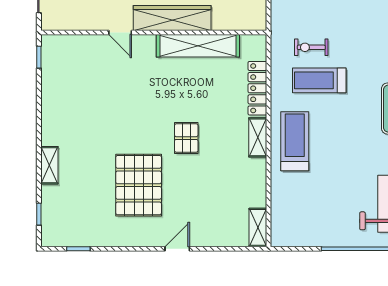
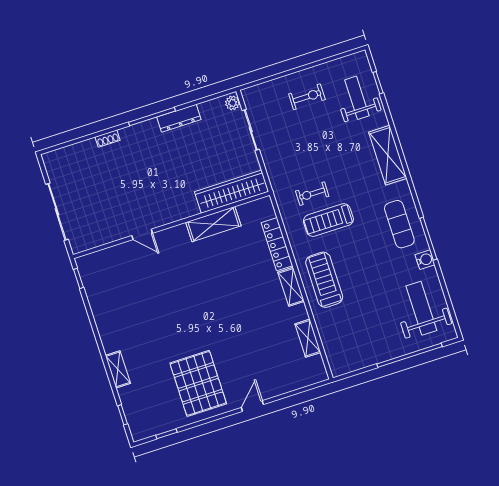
wardrobe: (172, 18) -> (232, 192), moved
shelving: (198, 46) -> (213, 224), width x0.68
pallet: (186, 138) -> (229, 307), removed
pallet: (139, 185) -> (198, 383), moved
shelving: (258, 227) -> (308, 338), moved

